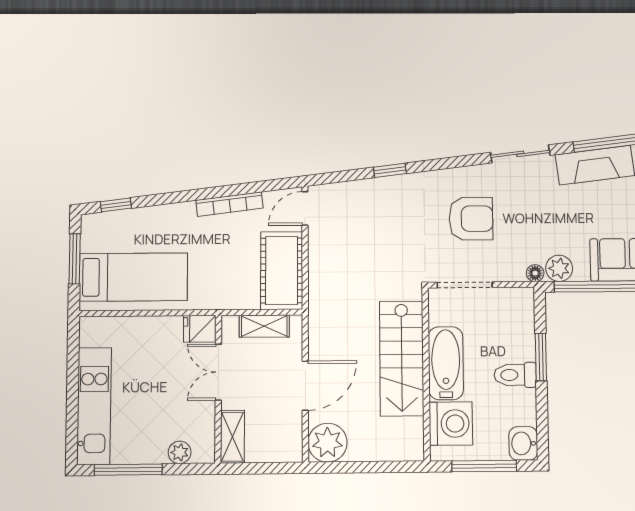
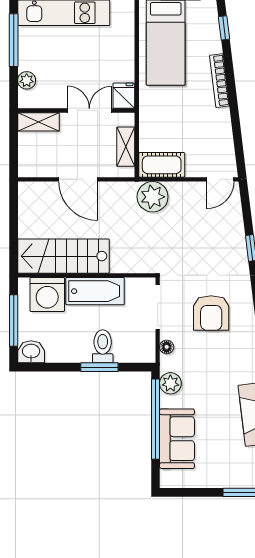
bookcase: (230, 204) -> (219, 81), moved
door: (305, 208) -> (220, 179), swing flipped
cot: (282, 271) -> (162, 165), width x0.73, depth x0.75
floor lamp: (535, 273) -> (167, 347), moved
stairs: (402, 358) -> (63, 256), moved
toilet: (515, 375) -> (103, 346), moved
plant: (328, 443) -> (153, 197), moved

